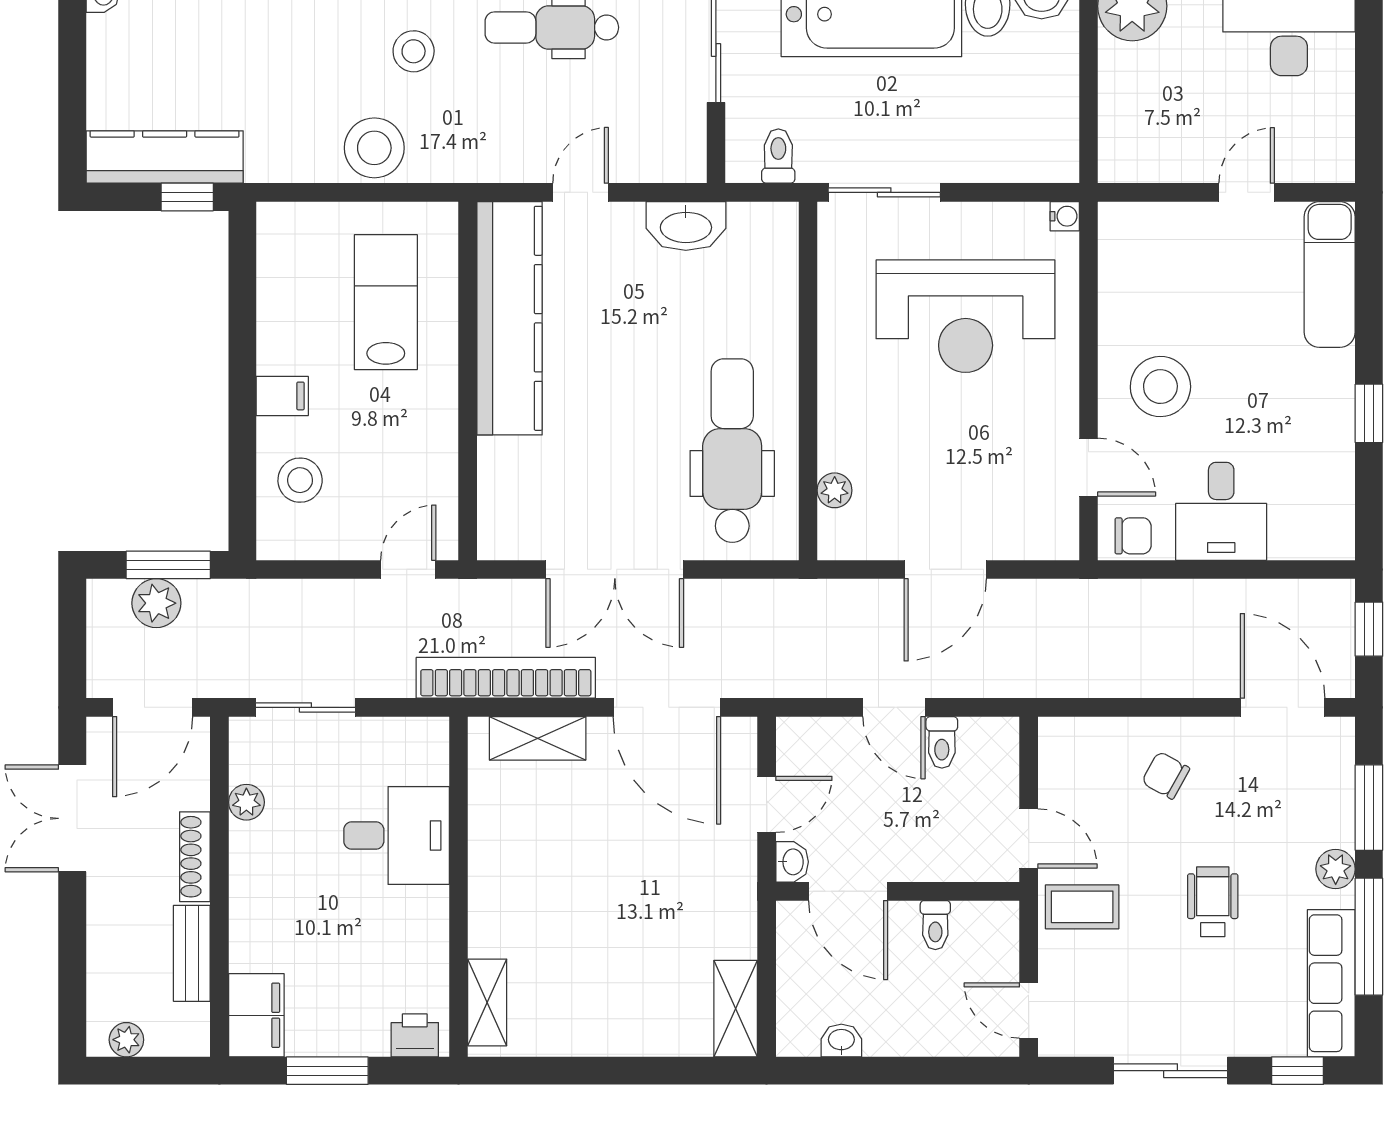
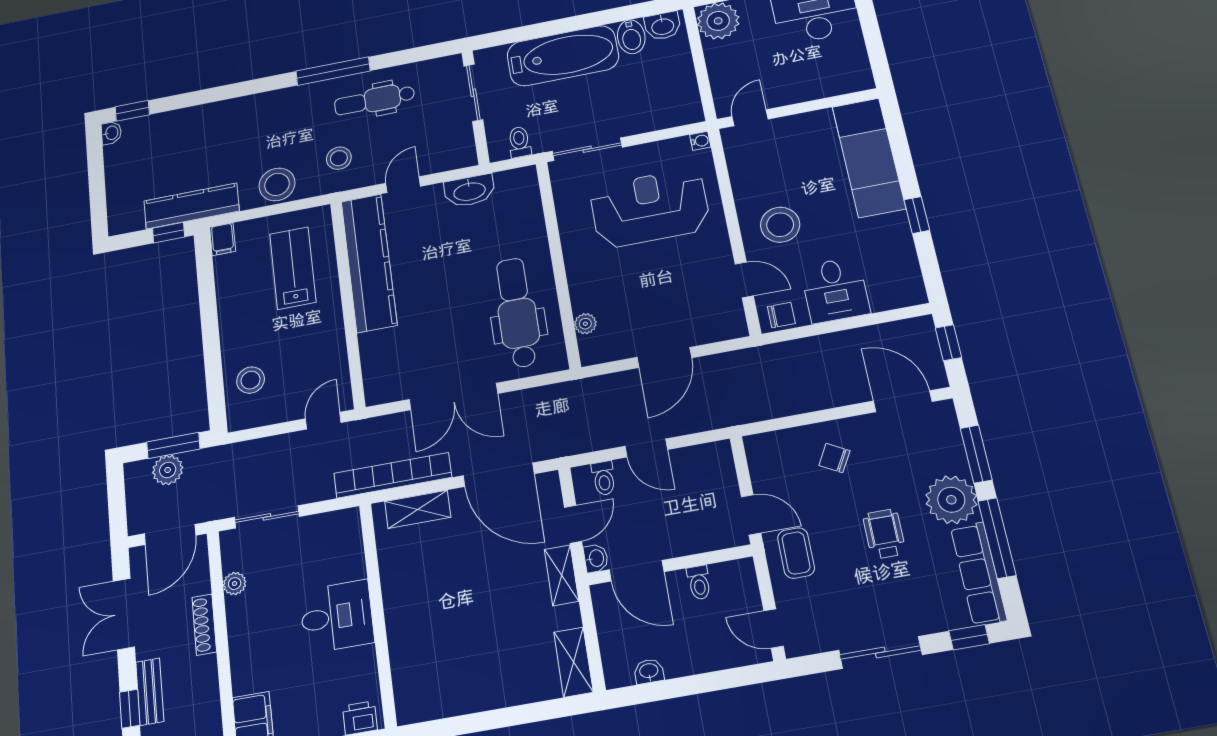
stool: (414, 51) -> (339, 158), moved
kitchen counter: (165, 157) -> (192, 206), moved
door: (1247, 192) -> (750, 118), moved
exam couch: (1330, 274) -> (869, 157), width x1.36, depth x1.45
reception desk: (966, 316) -> (650, 208), turned 180
filing cabinet: (282, 396) -> (223, 239), moved, turned 90
toilet: (942, 742) -> (604, 478), moved
desk: (397, 835) -> (337, 617), moved
plant: (1336, 869) -> (951, 500), width x1.88, depth x1.88
coffee table: (1082, 907) -> (796, 553), turned 90
bench: (192, 953) -> (150, 692), moved
window: (72, 963) -> (130, 709), added
shelving: (487, 1002) -> (562, 575), moved

